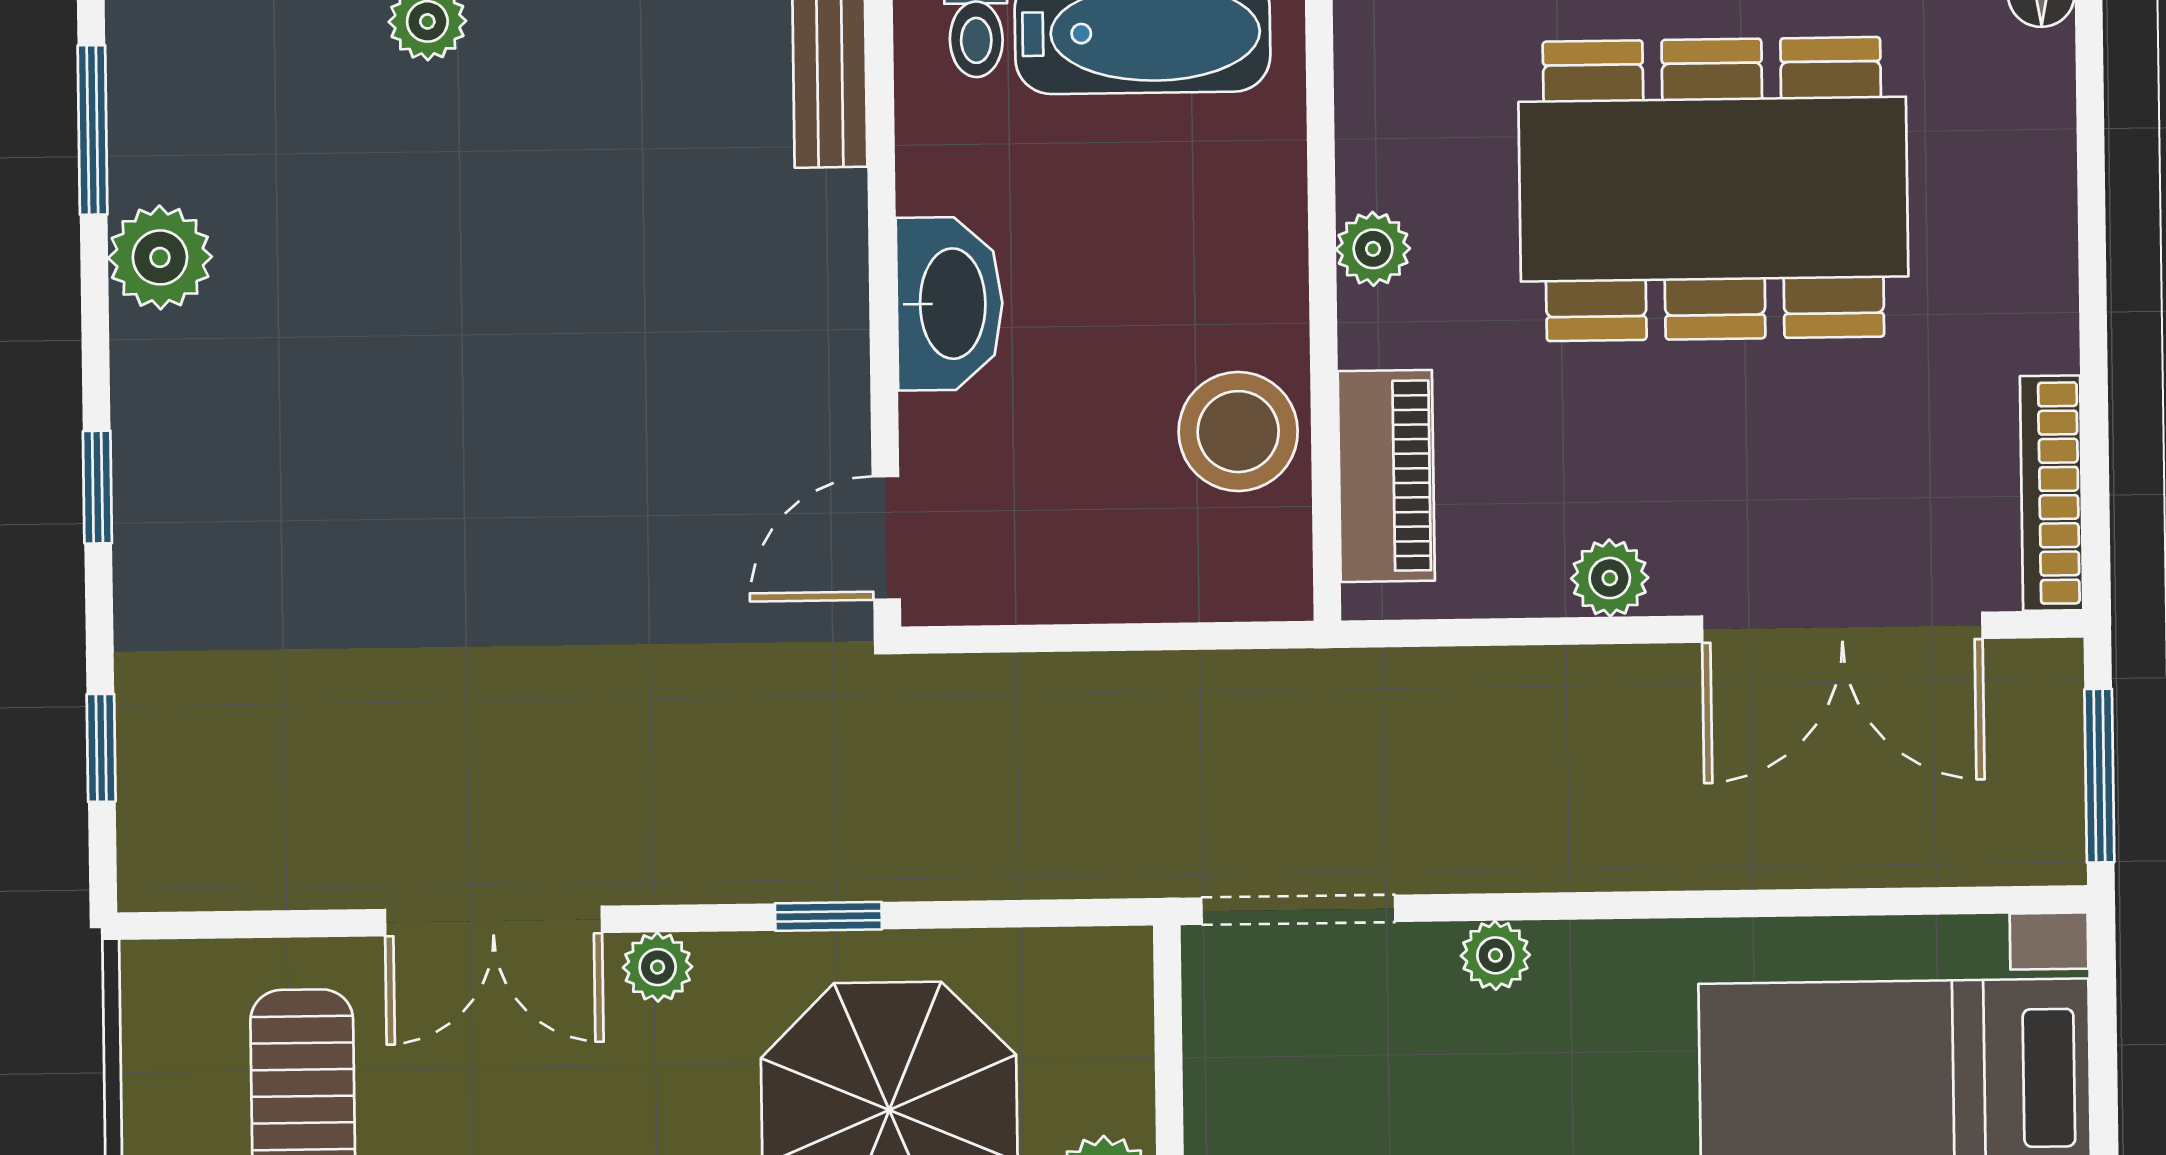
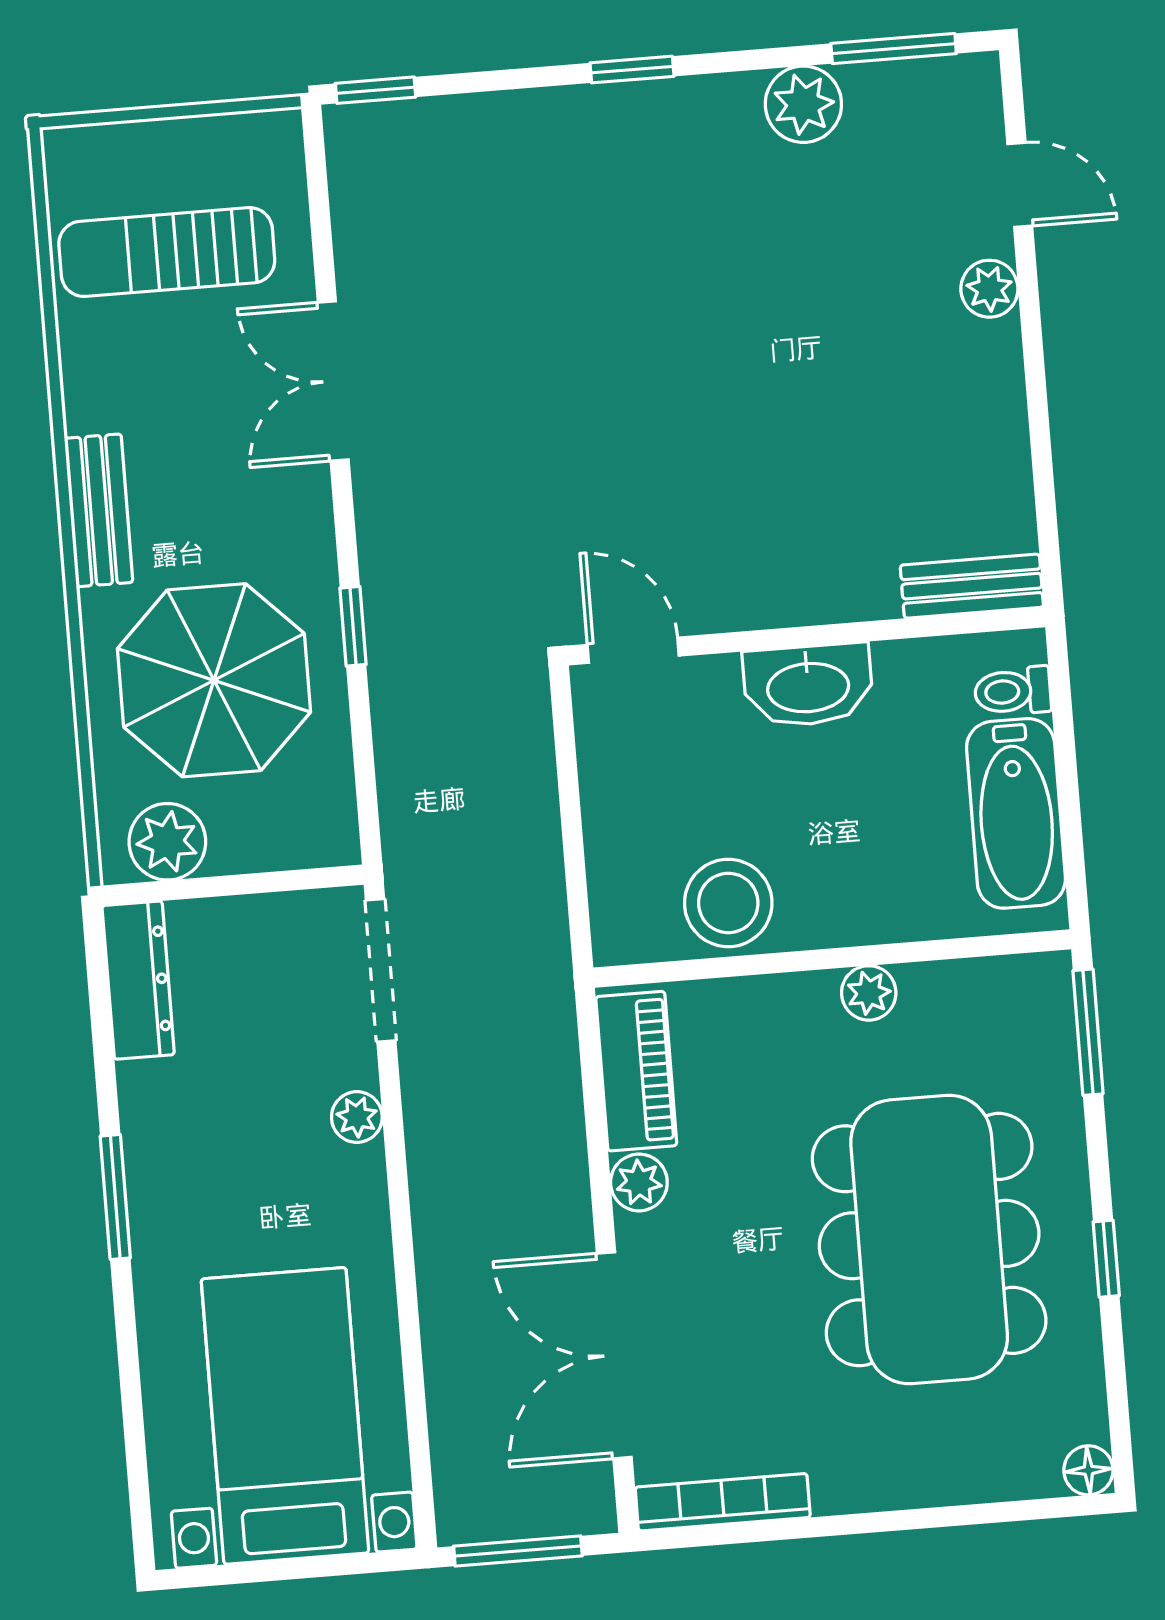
piano: (1386, 476) -> (636, 1071), moved, turned -90
window: (101, 748) -> (376, 90), moved
plant: (658, 967) -> (307, 504), removed

